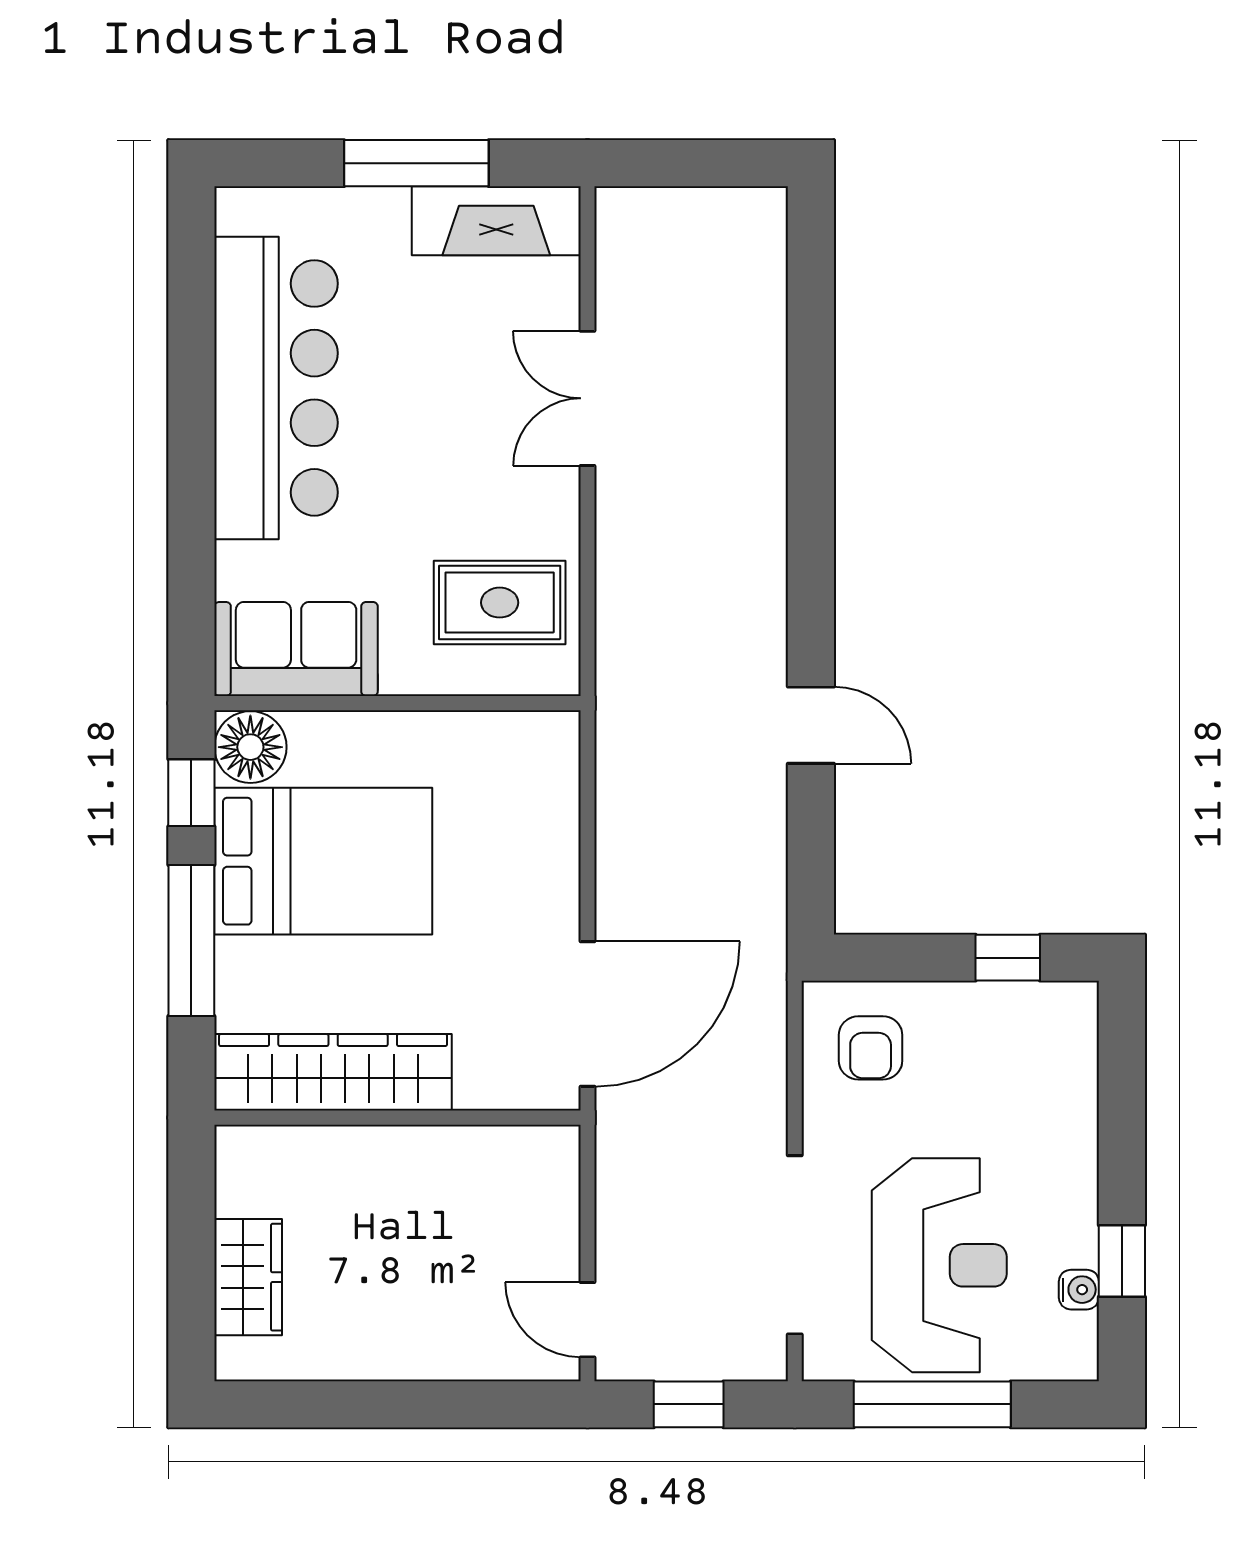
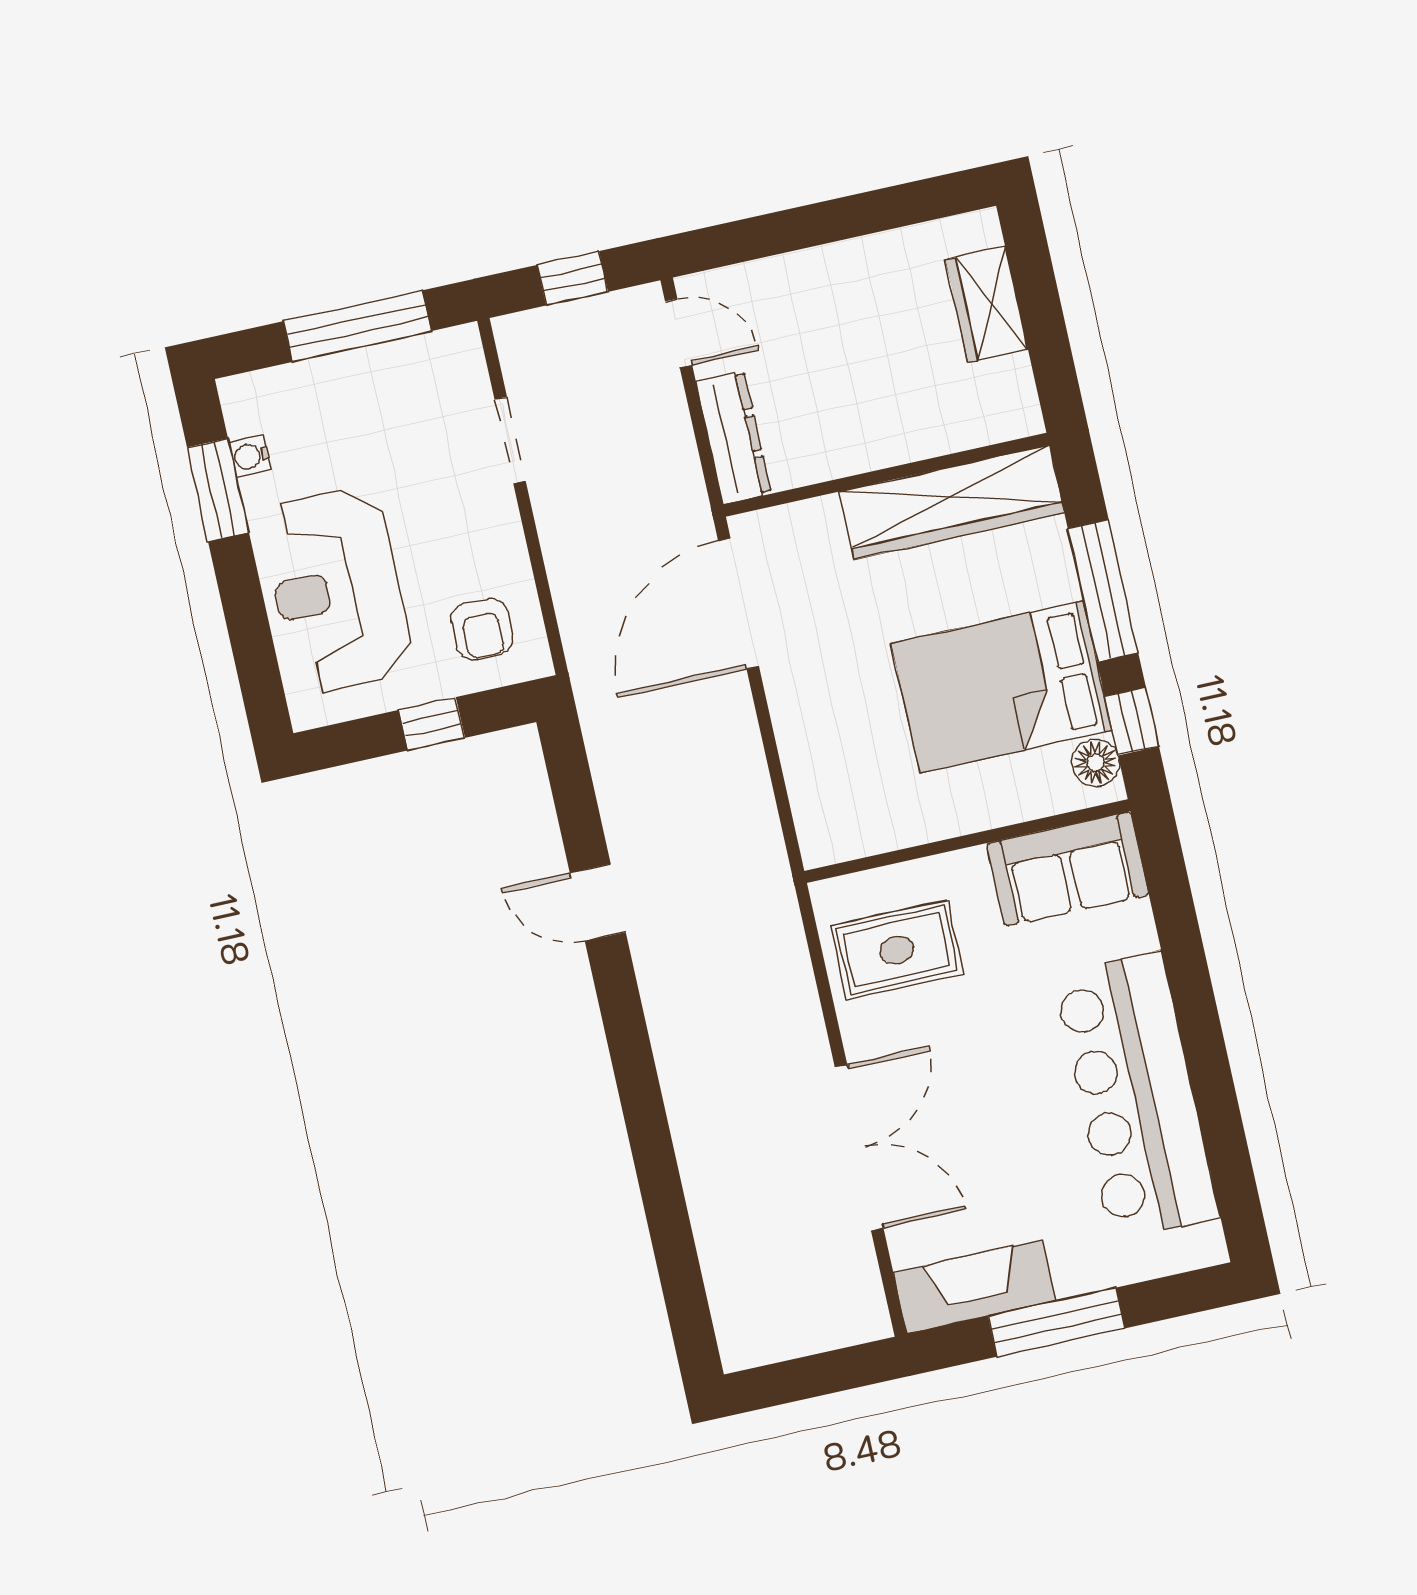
double door: (588, 398) -> (859, 1148), width x1.37
floor lamp: (250, 747) -> (1096, 763), width x0.73, depth x0.73
window: (1008, 958) -> (432, 724), moved
armchair: (871, 1048) -> (482, 629), turned 180
dresser: (553, 1194) -> (733, 437), added
doorway: (795, 1245) -> (510, 440), width x0.53
window: (1122, 1261) -> (218, 490), width x1.50
reception desk: (939, 1265) -> (338, 590), moved

